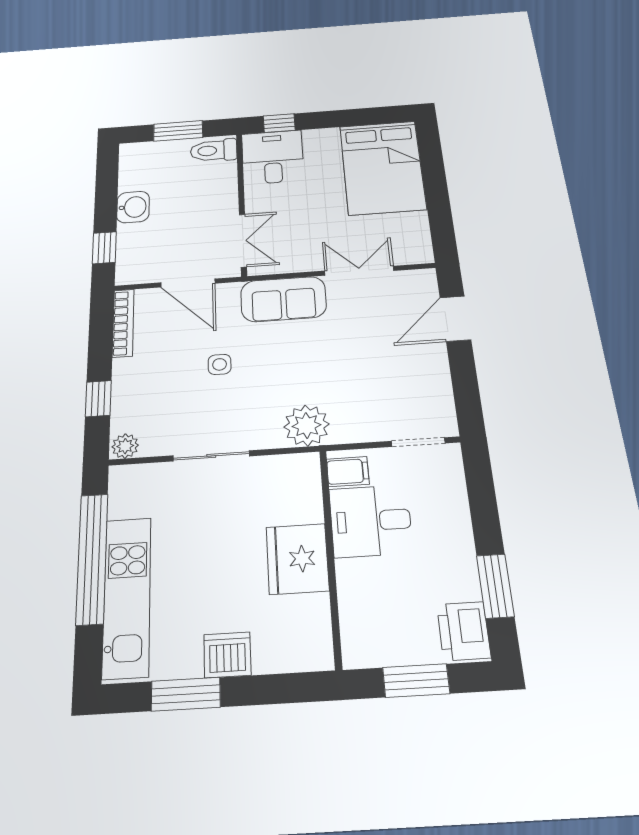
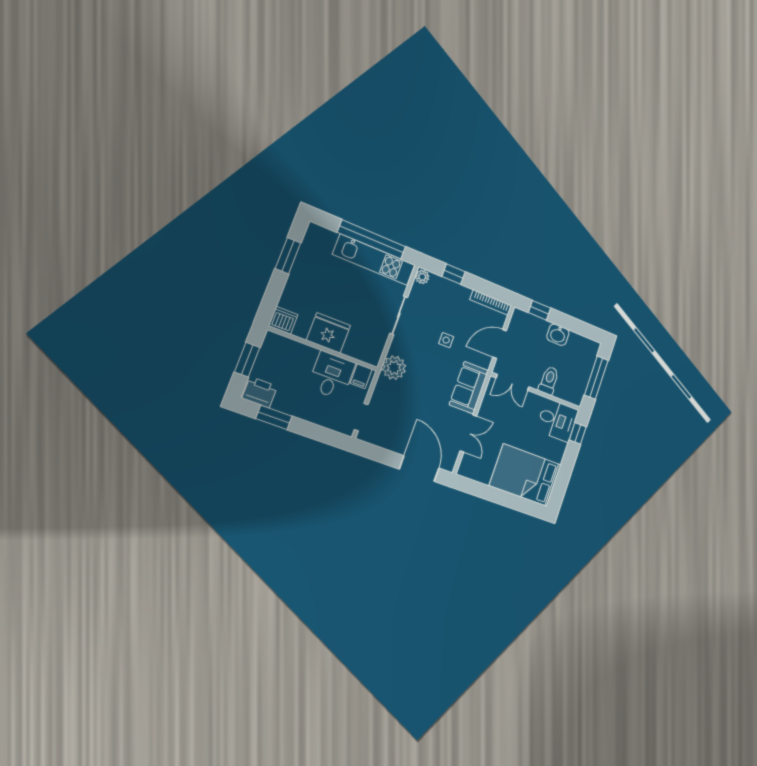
window: (178, 131) -> (596, 378), width x1.44
toilet: (214, 150) -> (549, 380), moved
door: (455, 319) -> (419, 469), width x1.36
kitchen unit: (127, 596) -> (374, 260), moved
dishwasher: (227, 655) -> (283, 320), moved, turned -90

